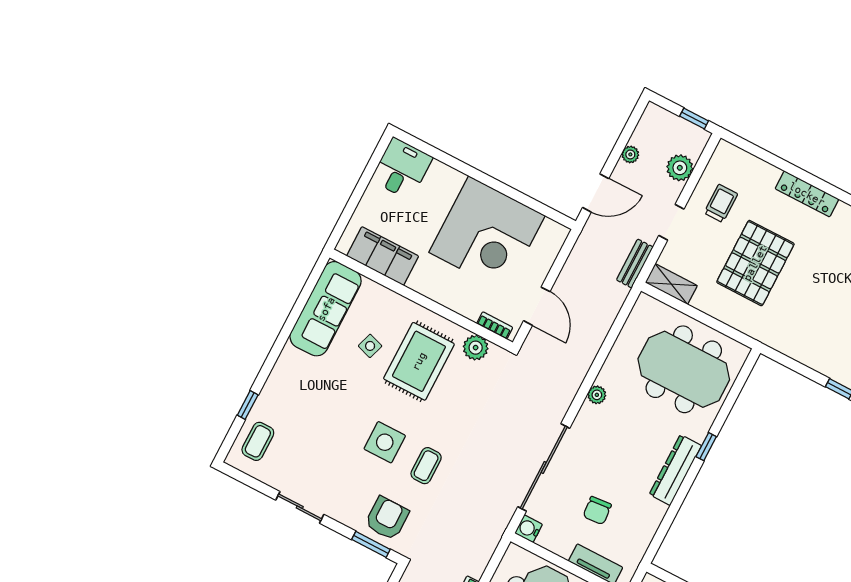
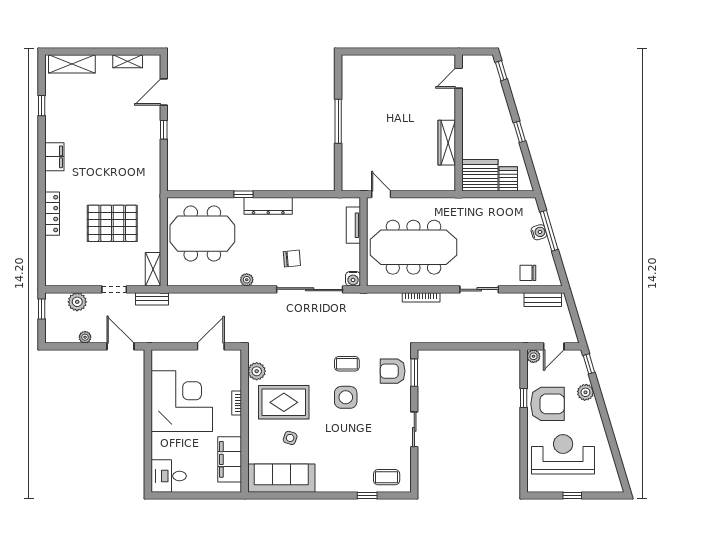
trolley: (721, 203) -> (86, 264), removed
bookcase: (495, 325) -> (237, 403), moved
meeting table: (684, 369) -> (202, 234), turned 90
chair: (597, 511) -> (292, 259), moved

